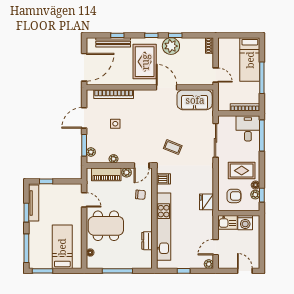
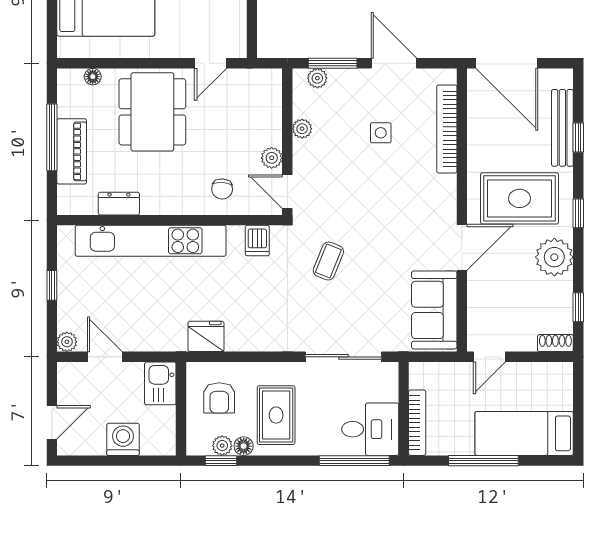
window: (175, 35) -> (578, 307), moved
piano: (106, 174) -> (72, 151), moved, turned 180
washing machine: (245, 223) -> (123, 439), moved, turned 90

